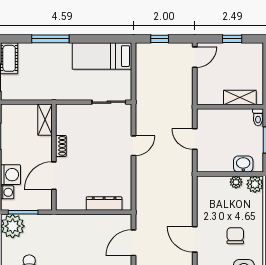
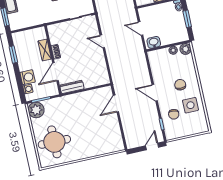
shelving: (45, 120) -> (45, 50), moved
door: (133, 146) -> (102, 41), swing flipped
washbasin: (243, 164) -> (154, 42), moved
dresser: (104, 204) -> (72, 87), moved

